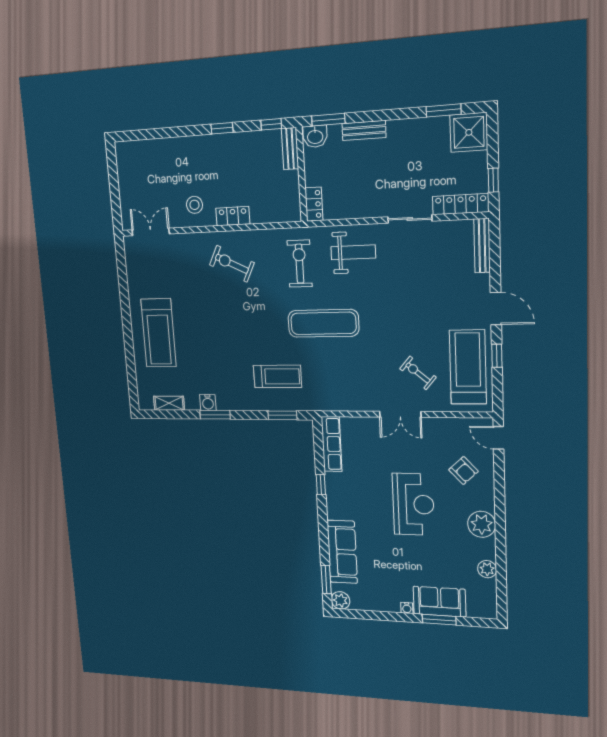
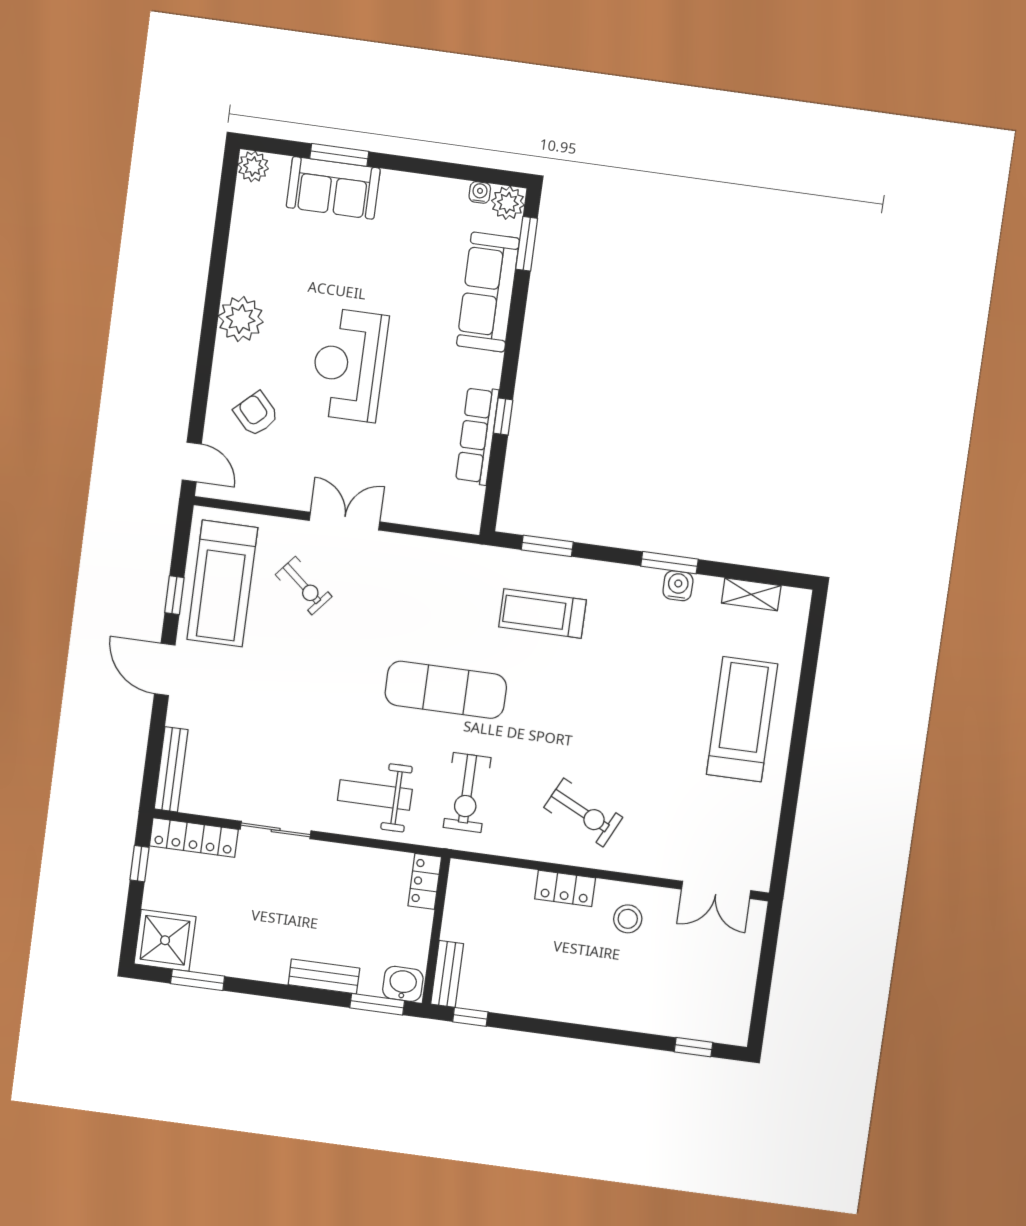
window: (222, 128) -> (693, 1047), moved
row of seats: (332, 444) -> (477, 436), moved
plant: (487, 569) -> (253, 166), moved
water cooler: (407, 608) -> (480, 192), moved

